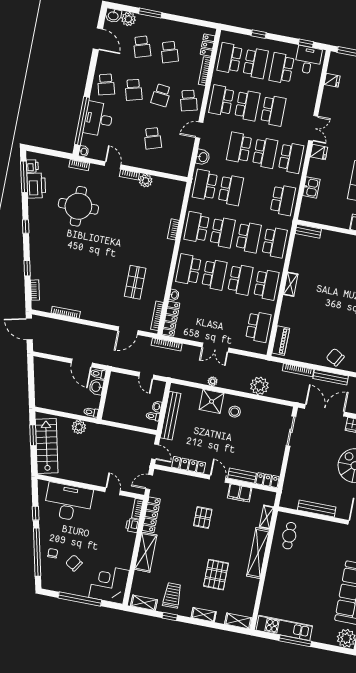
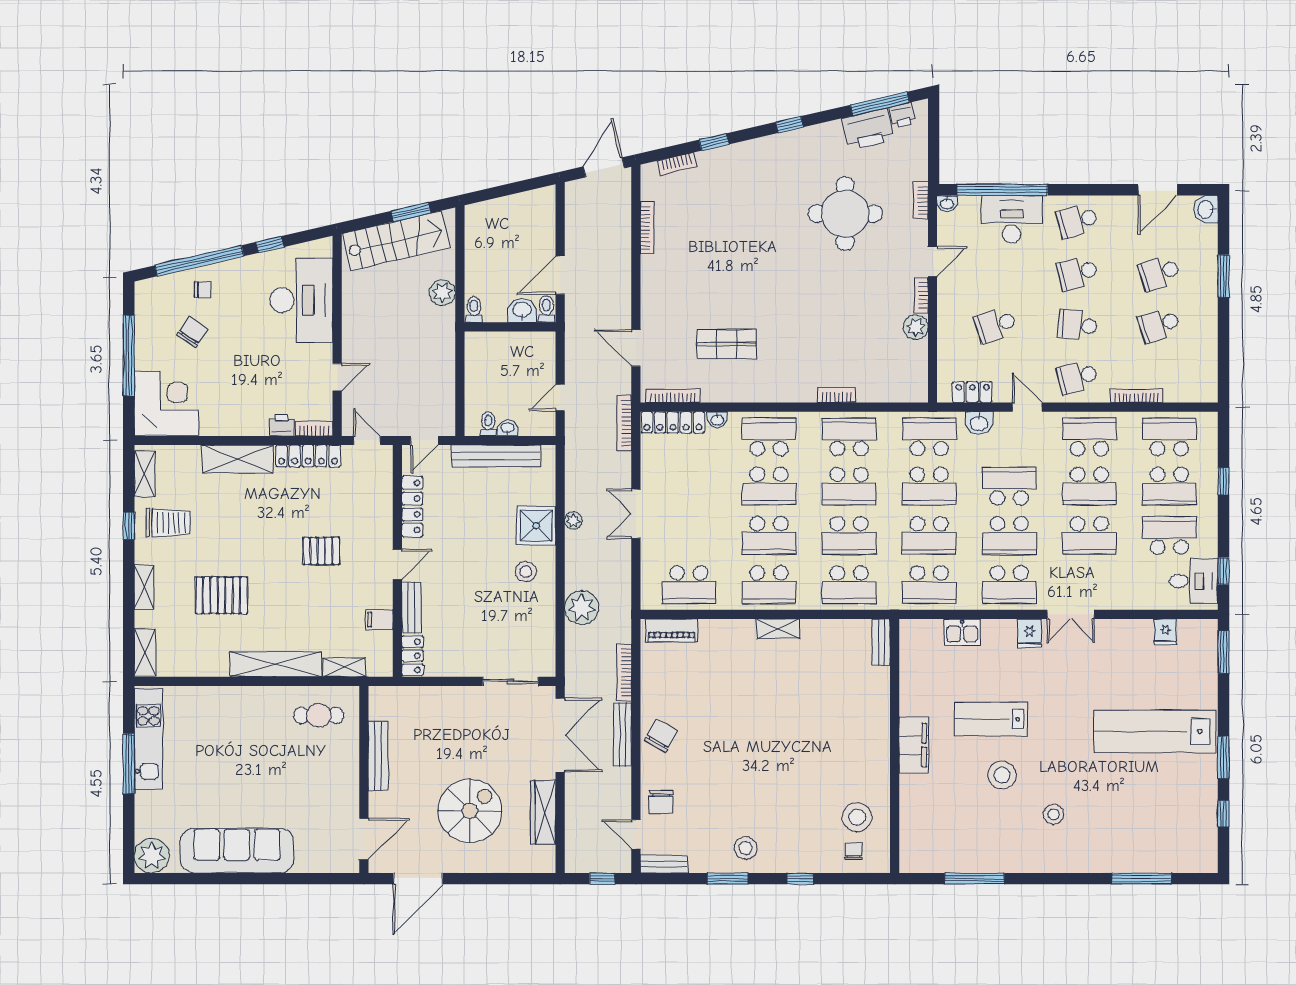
plant: (128, 19) -> (1205, 238), removed
locker: (208, 45) -> (972, 392), moved
school desk: (257, 195) -> (929, 535), added
filing cabinet: (240, 493) -> (379, 620), width x0.50

